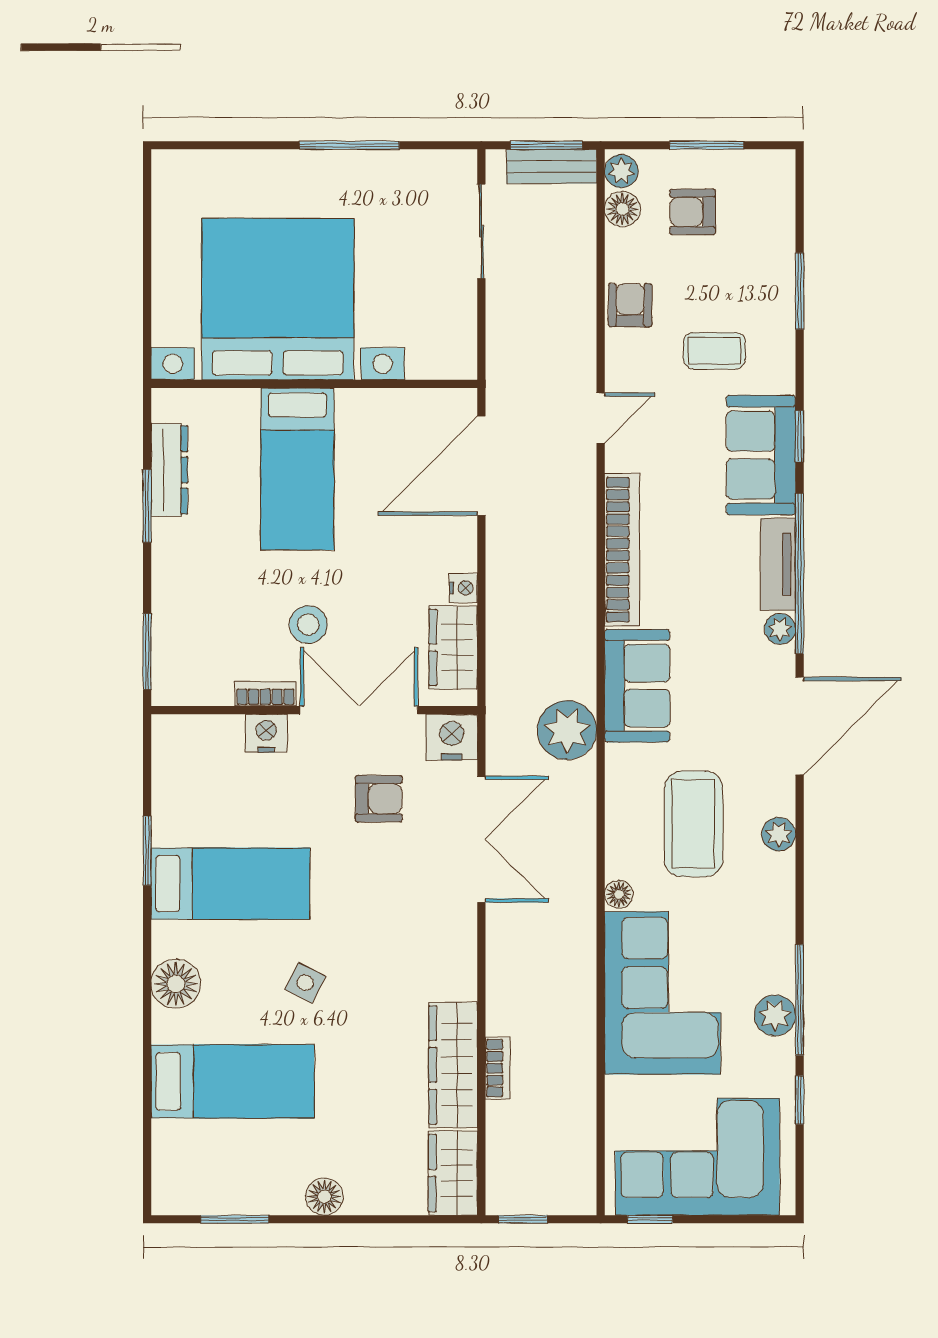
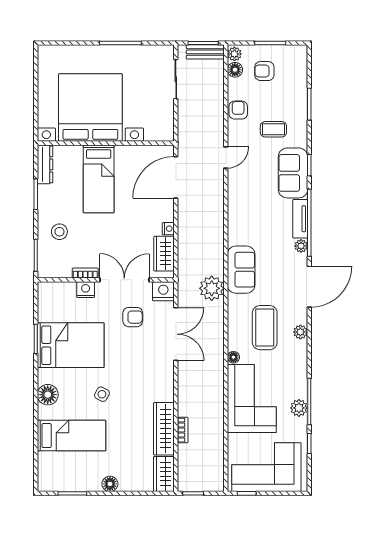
dresser: (169, 470) -> (45, 164), moved
bookcase: (622, 550) -> (235, 213), removed
stool: (308, 625) -> (59, 232), moved
bed: (231, 884) -> (71, 345), width x1.50

